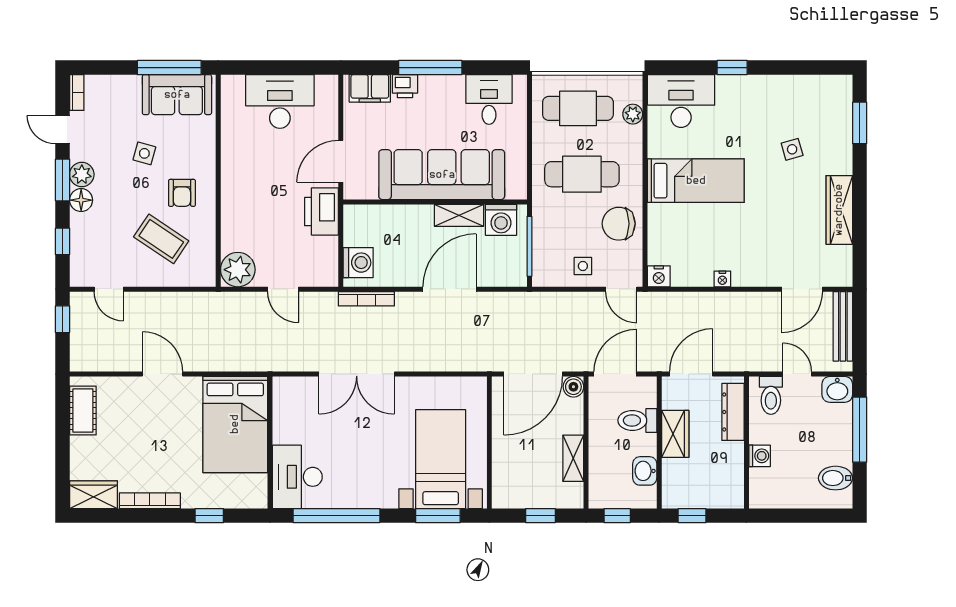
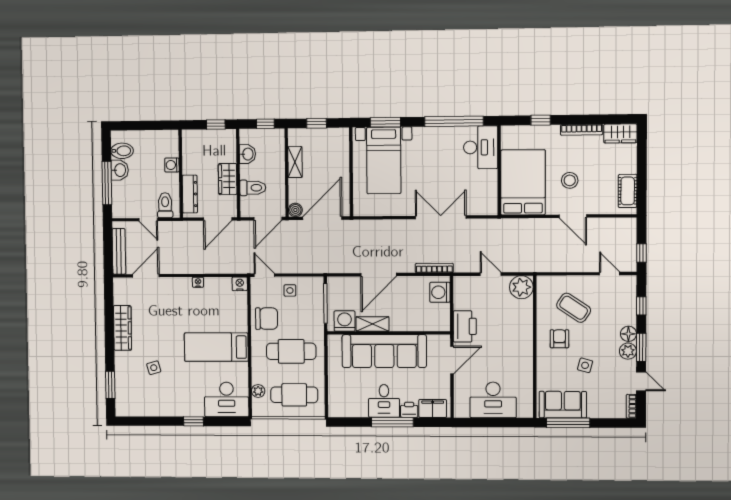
desk: (489, 99) -> (384, 401), moved
washbasin: (837, 389) -> (120, 170), moved, turned 90
stool: (167, 427) -> (570, 180), added

